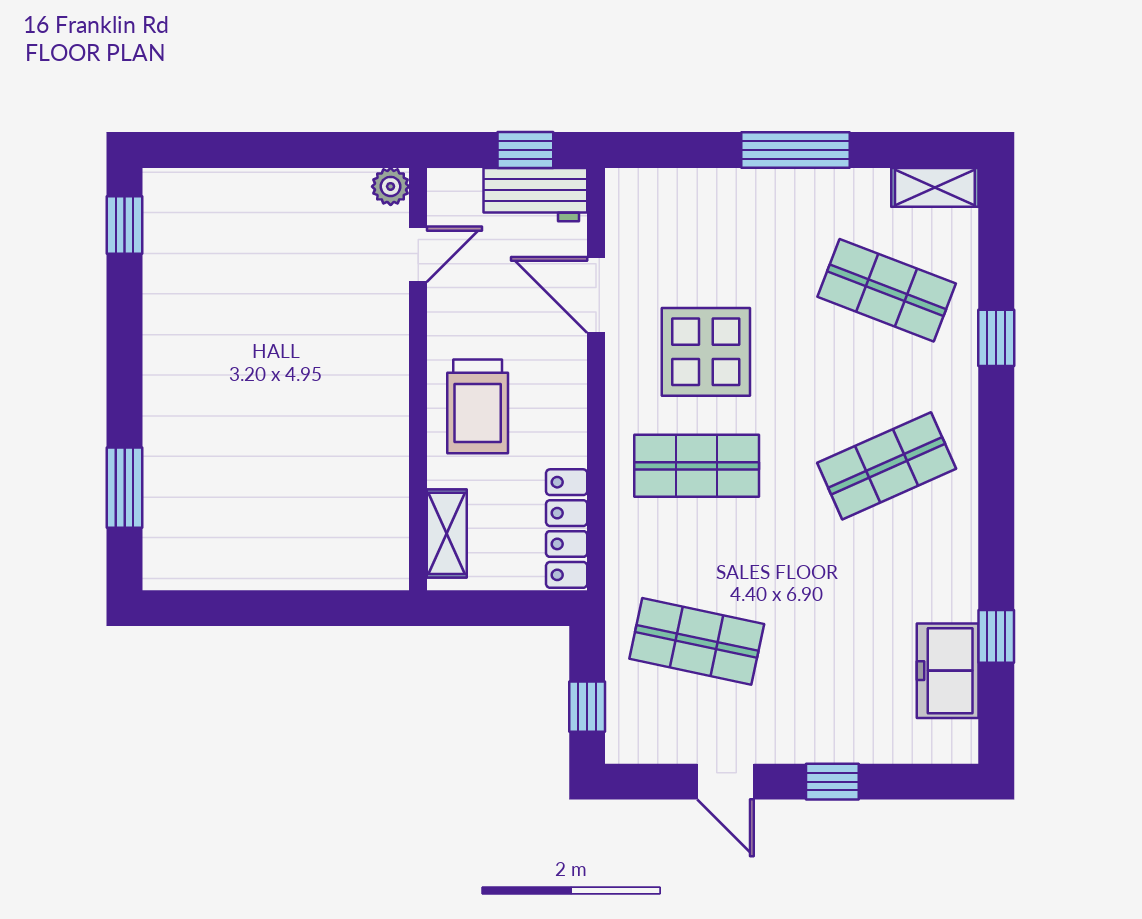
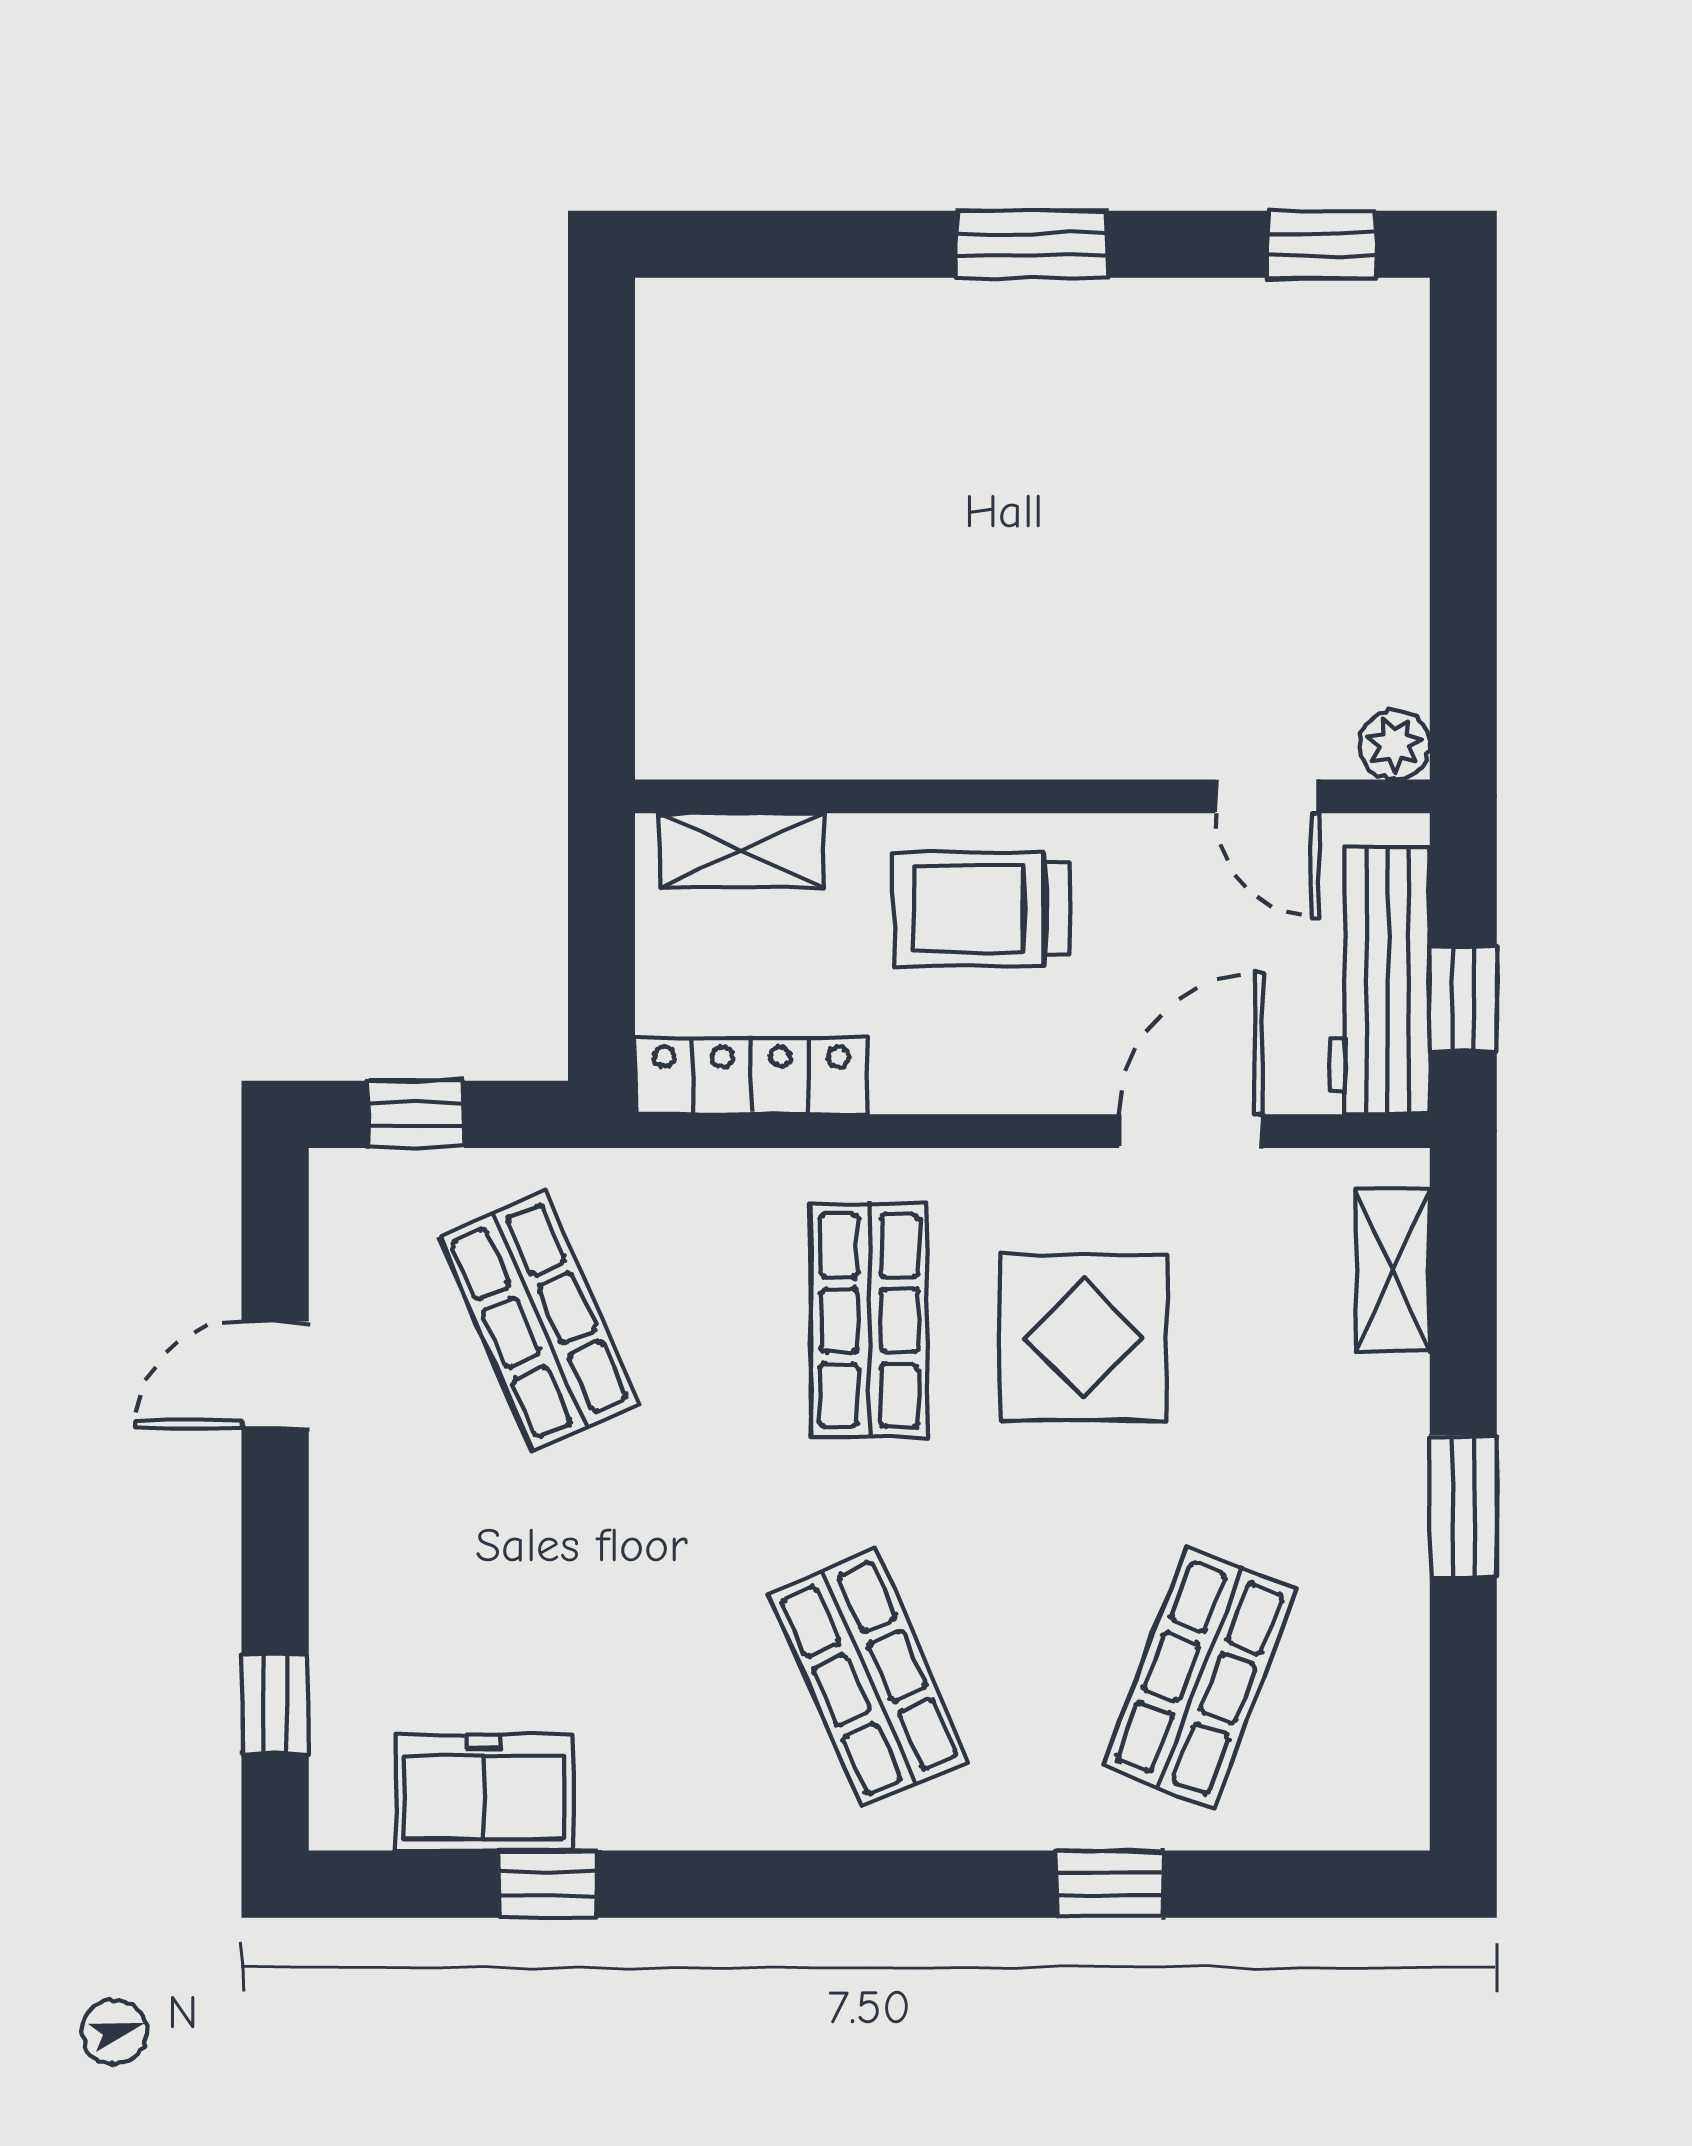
window: (795, 150) -> (1463, 1506), width x0.69
shelving: (935, 187) -> (1393, 1270), moved
workbench: (535, 195) -> (1380, 981), width x1.38
window: (125, 488) -> (1031, 244), moved
shop shelf: (697, 641) -> (539, 1321), turned -36
window: (832, 782) -> (275, 1704), moved

